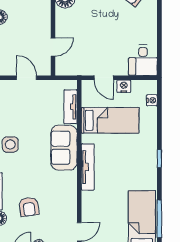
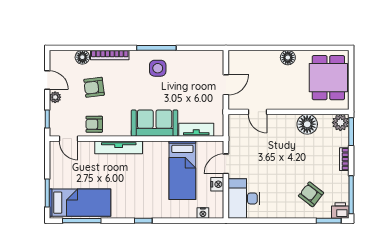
desk: (143, 60) -> (244, 198), width x1.37
tv unit: (88, 167) -> (119, 147), moved
armchair: (65, 207) -> (94, 124), added

